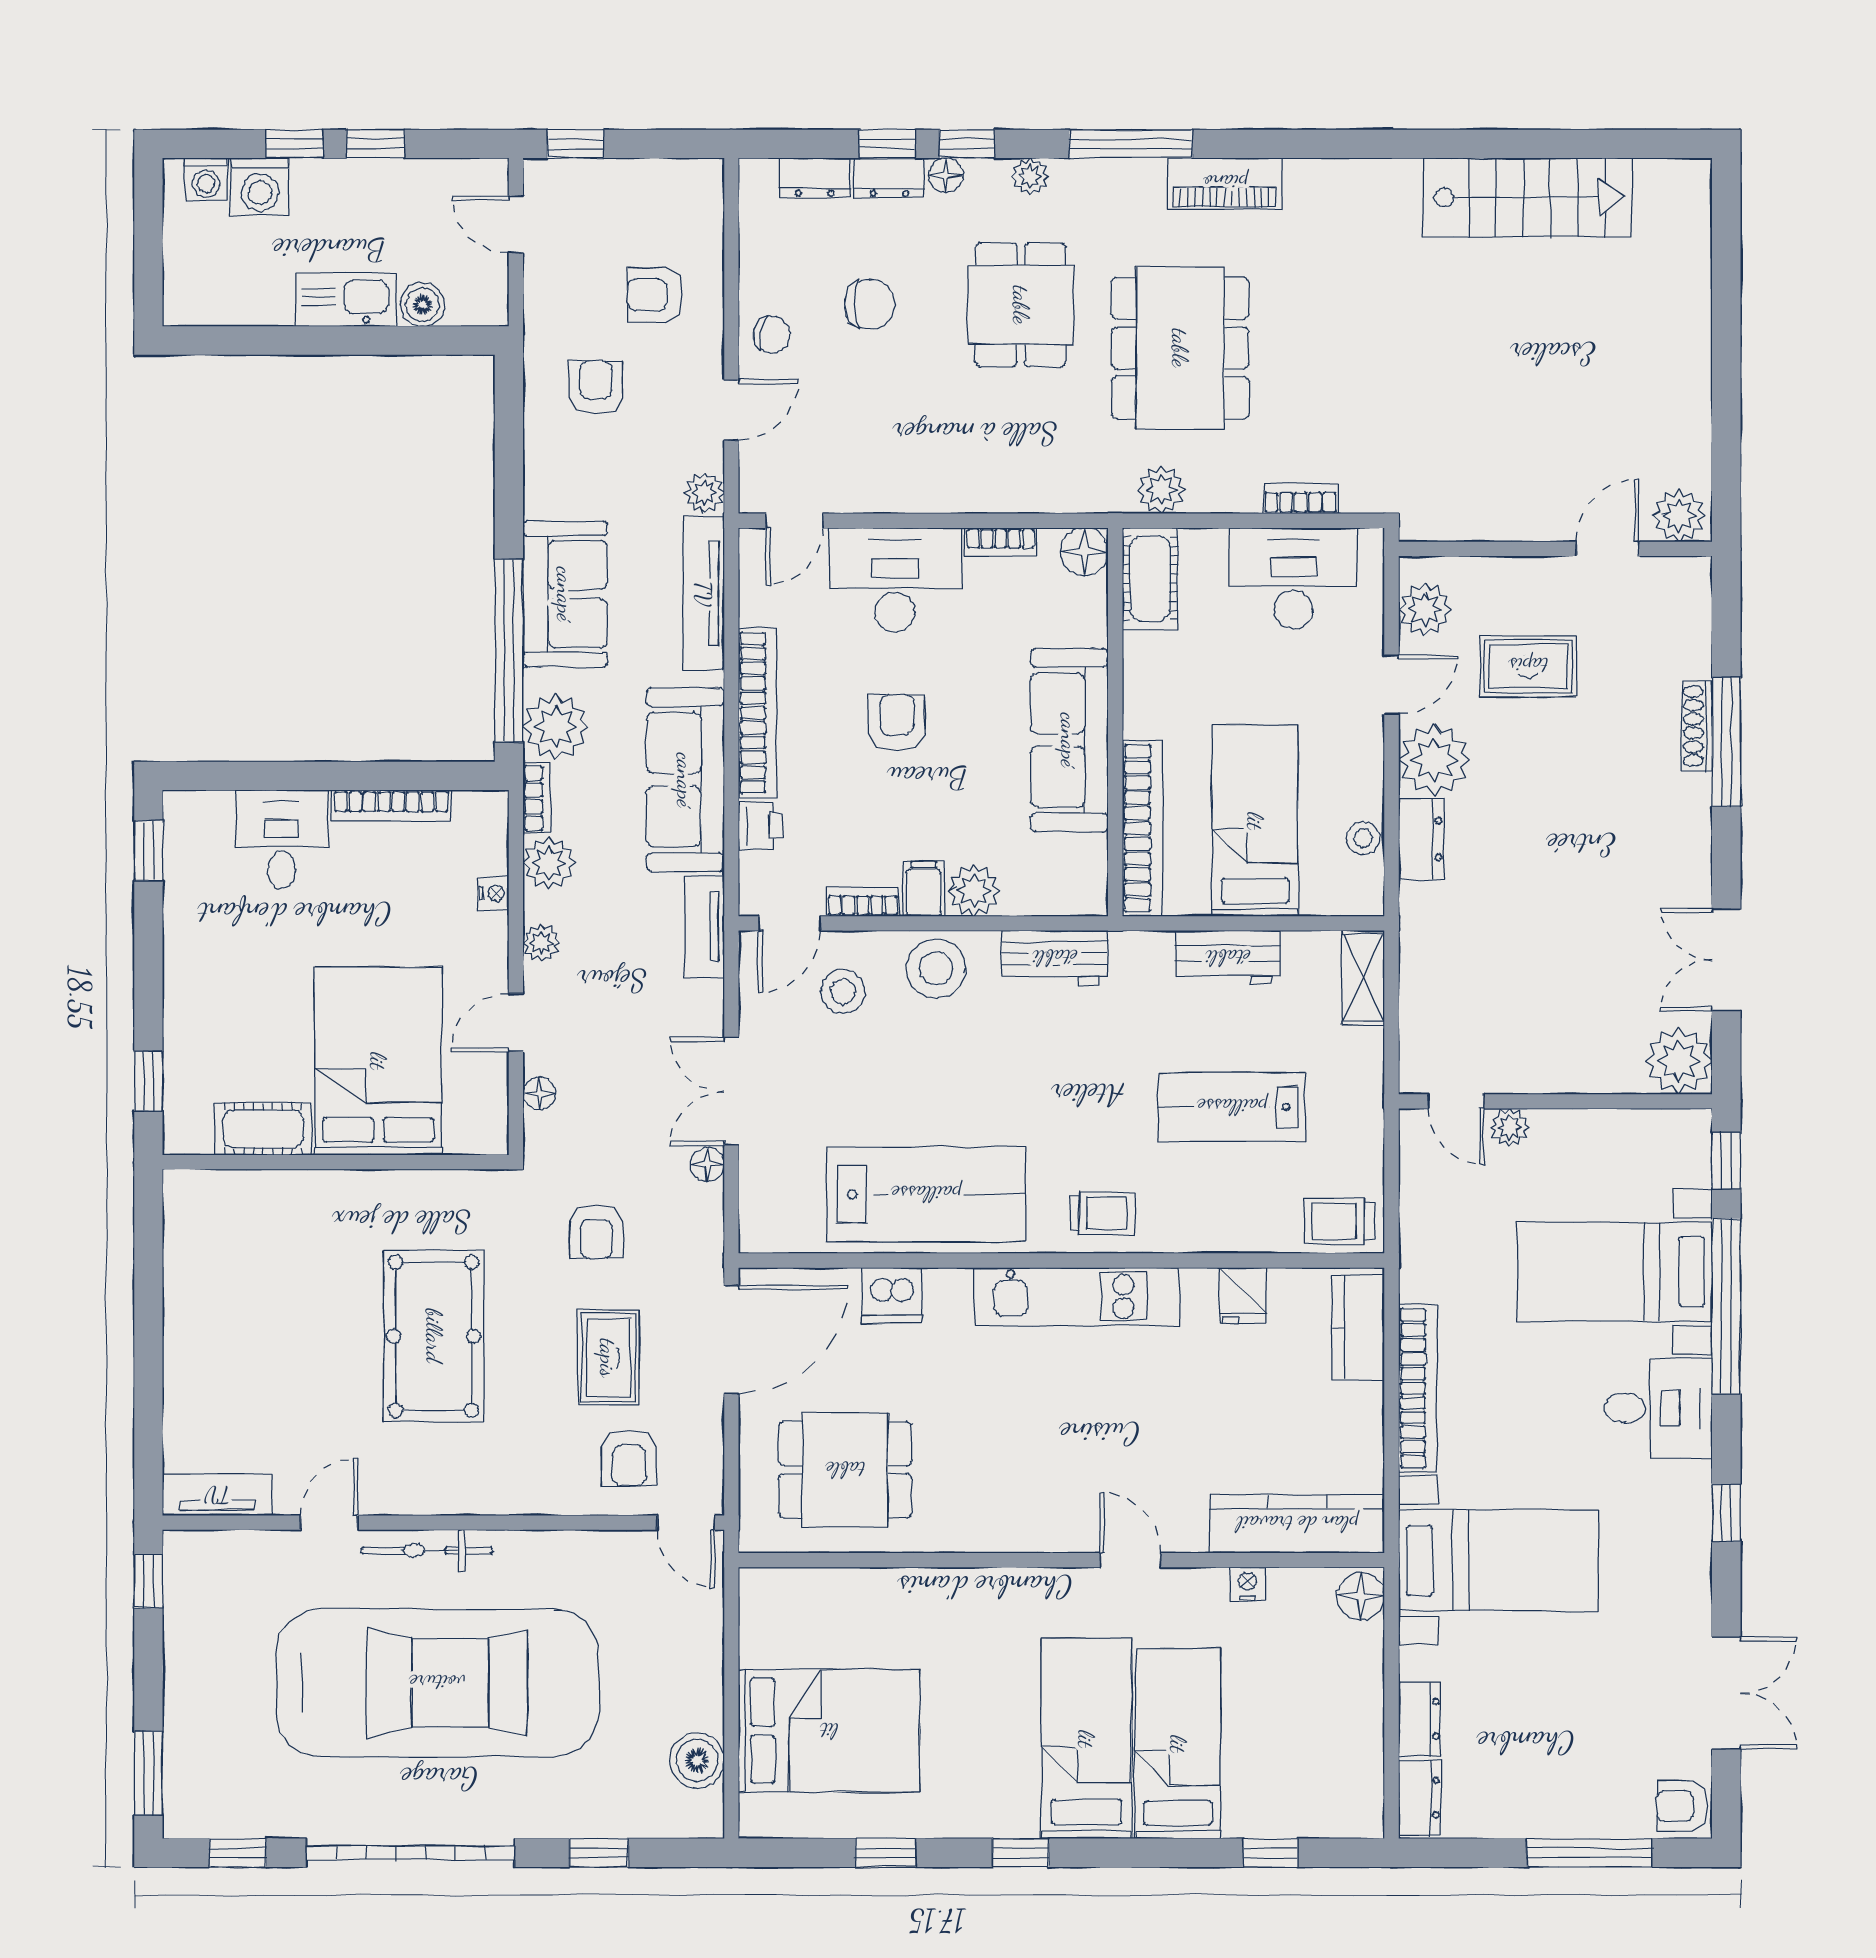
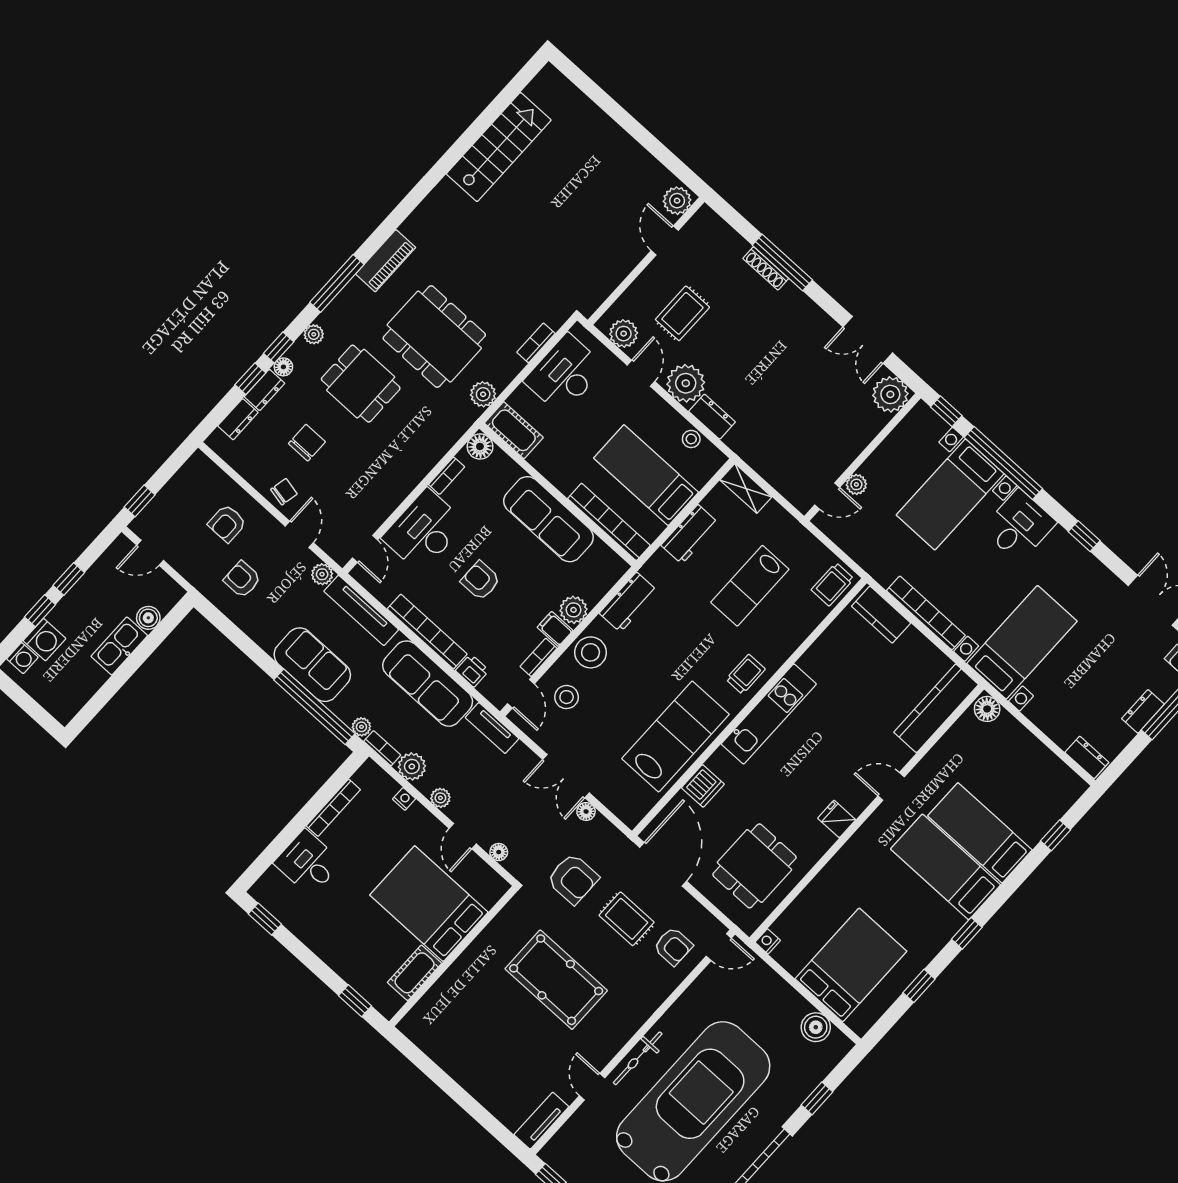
plant: (556, 727) -> (361, 727), width x0.53, depth x0.53
armchair: (596, 1232) -> (573, 879), width x1.38, depth x1.38
fridge: (1243, 1295) -> (837, 819), moved, turned 180
nightstand: (1247, 1584) -> (768, 941), moved
dresser: (1420, 1719) -> (1143, 711), moved, turned -90

